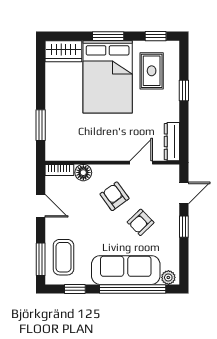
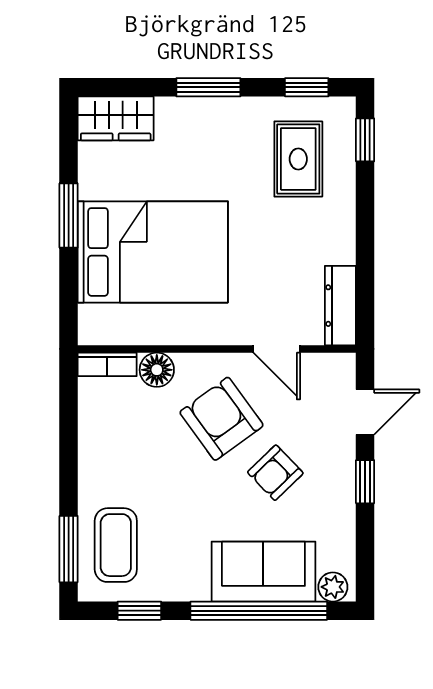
bed: (108, 77) -> (153, 252), moved, turned -90
window: (184, 91) -> (365, 140), moved
window: (41, 125) -> (69, 216), moved
door: (141, 163) -> (277, 349), swing flipped
armchair: (115, 196) -> (221, 419), width x1.38, depth x1.38
door: (41, 206) -> (69, 438), removed
sofa: (126, 270) -> (263, 572), width x0.73

